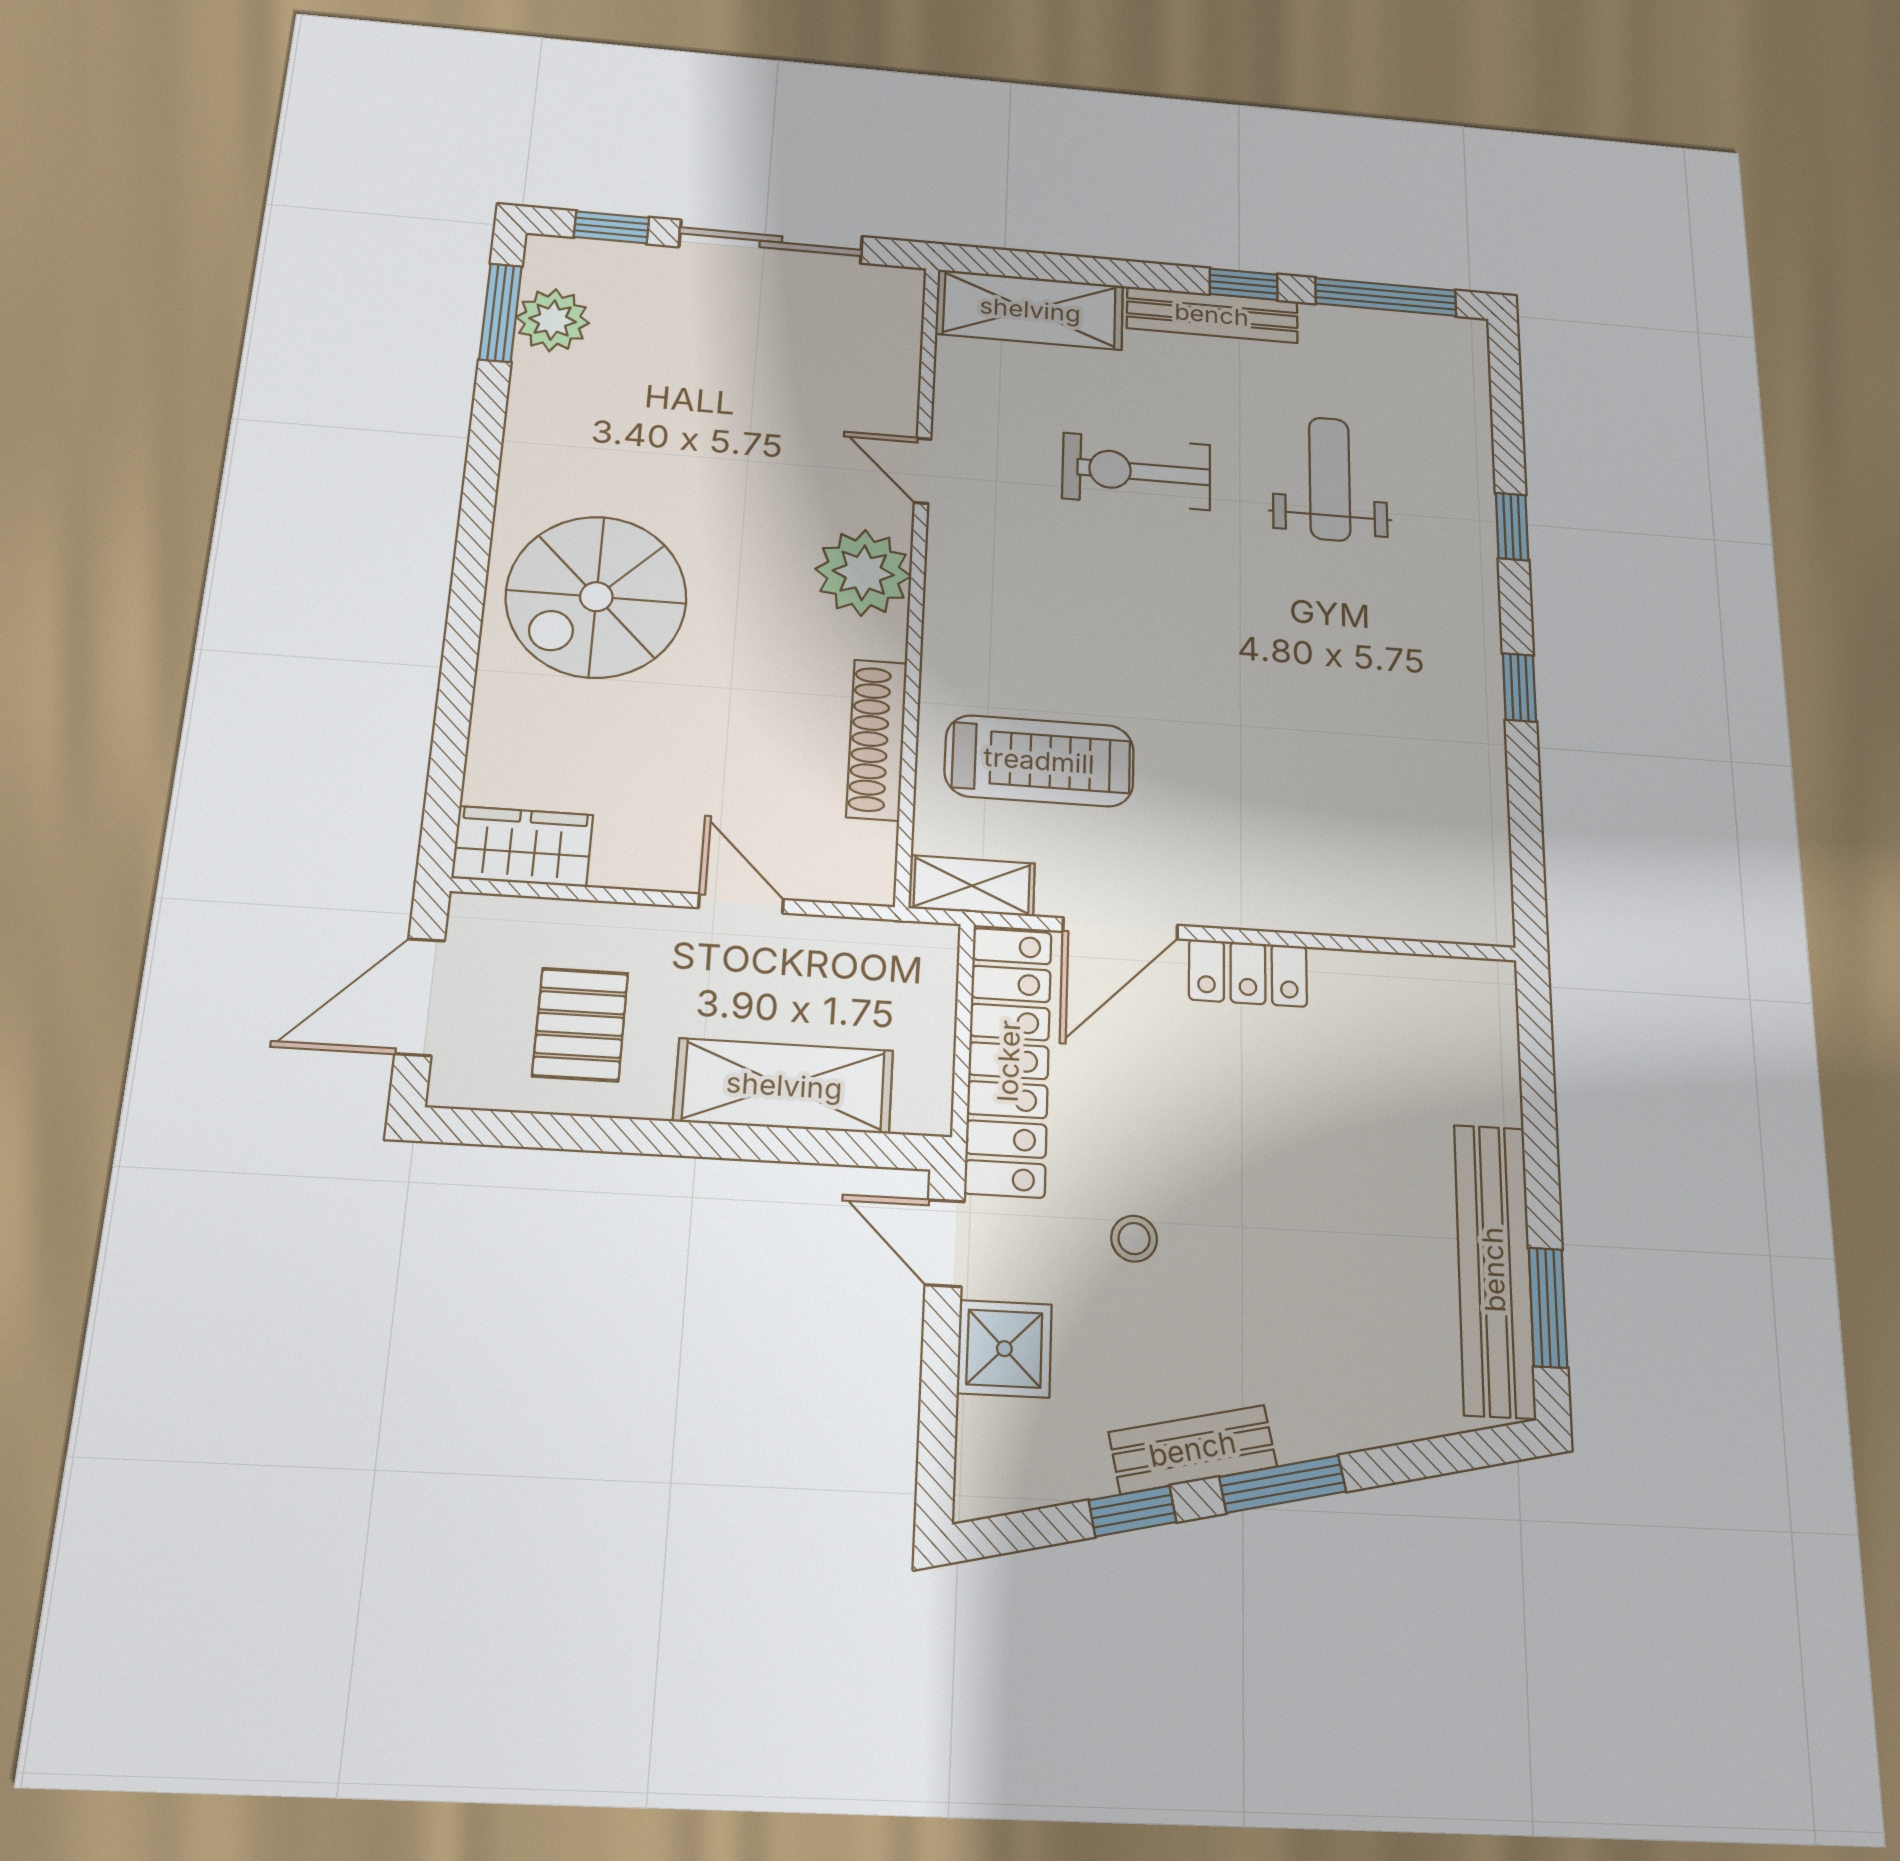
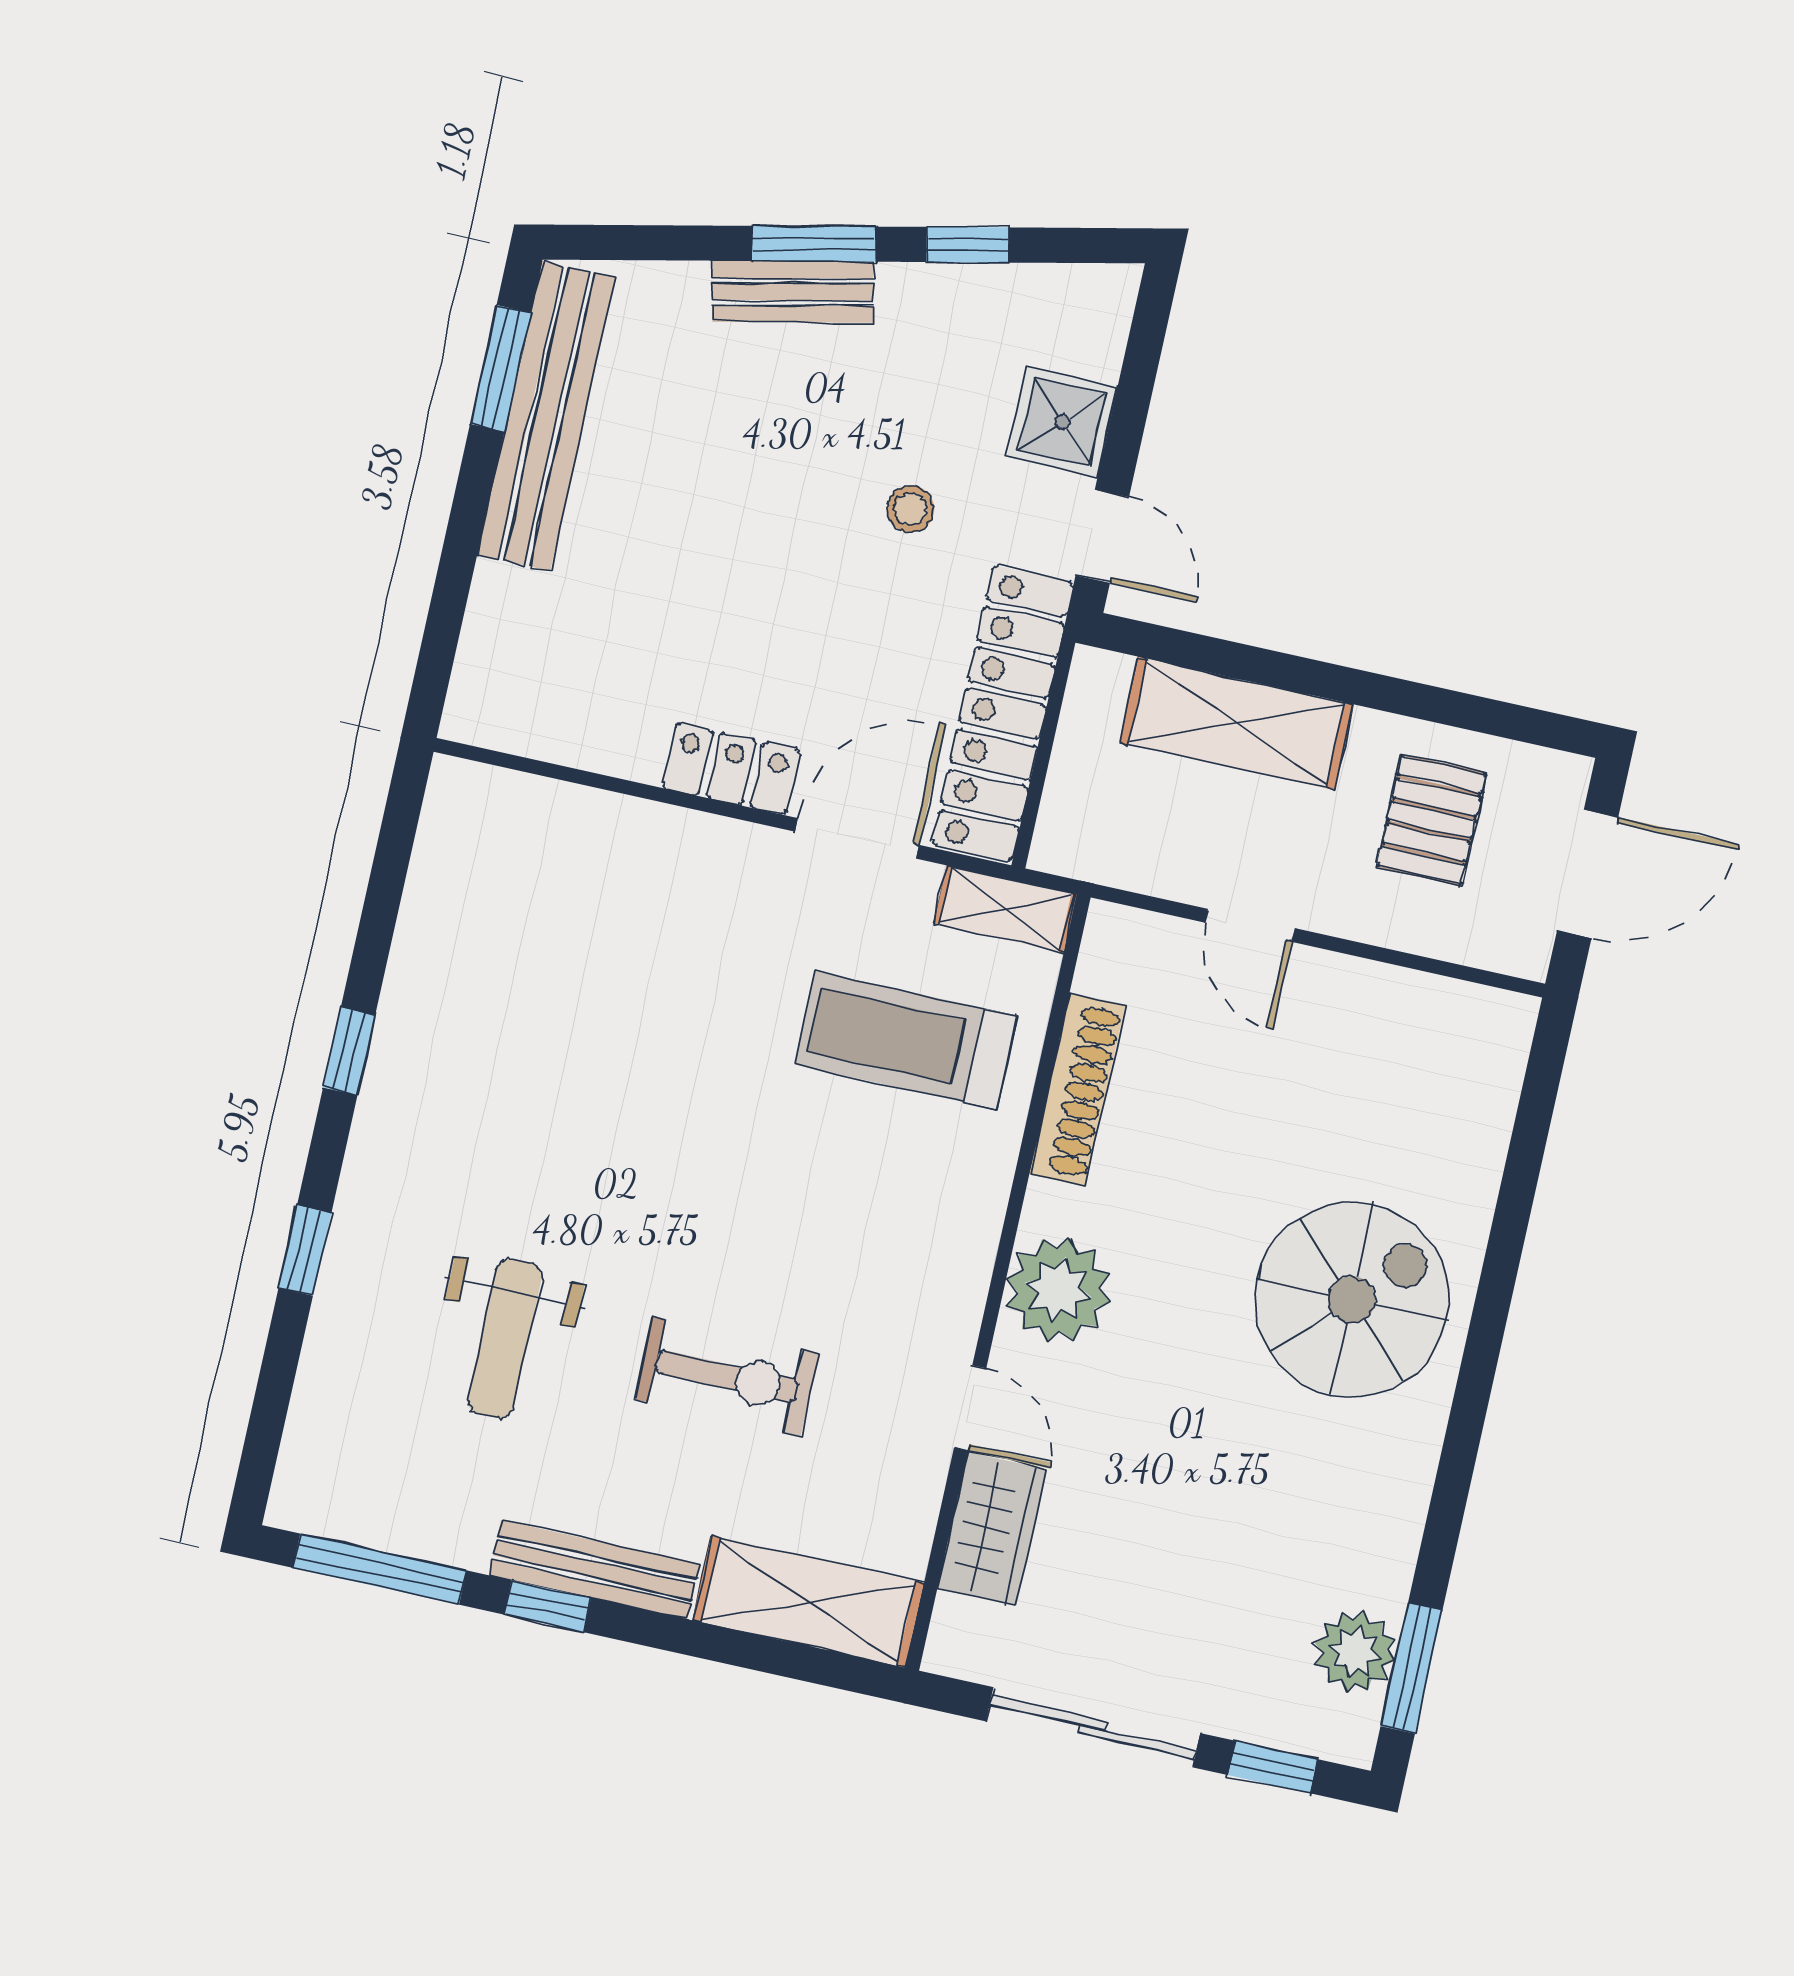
wardrobe: (523, 846) -> (992, 1529), moved, turned -90
bench: (1193, 1449) -> (793, 292), moved

